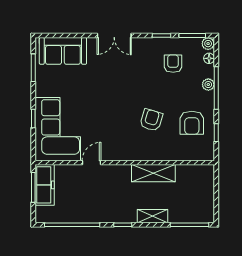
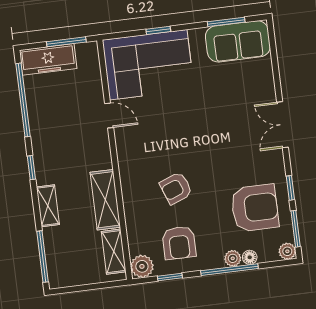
sofa: (63, 51) -> (238, 41), moved, turned -90
floor lamp: (209, 58) -> (250, 257), moved
armchair: (173, 64) -> (255, 208), width x1.88, depth x1.88
armchair: (151, 120) -> (176, 188), turned 142
armchair: (192, 123) -> (179, 243), turned -90
plant: (206, 152) -> (142, 266), added
shelving: (192, 172) -> (114, 252), added
freezer: (45, 185) -> (48, 59), moved

